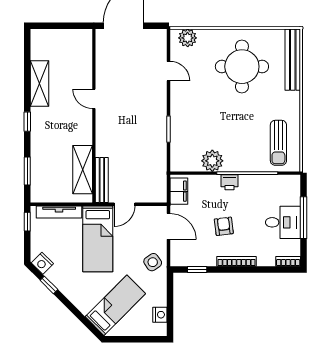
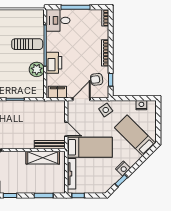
sun lounger: (278, 143) -> (27, 44), moved
printer: (229, 182) -> (54, 63), width x1.87, depth x1.48
desk: (283, 222) -> (58, 20), moved, turned -90
armchair: (224, 226) -> (97, 79), moved
nightstand: (42, 263) -> (123, 168), moved

